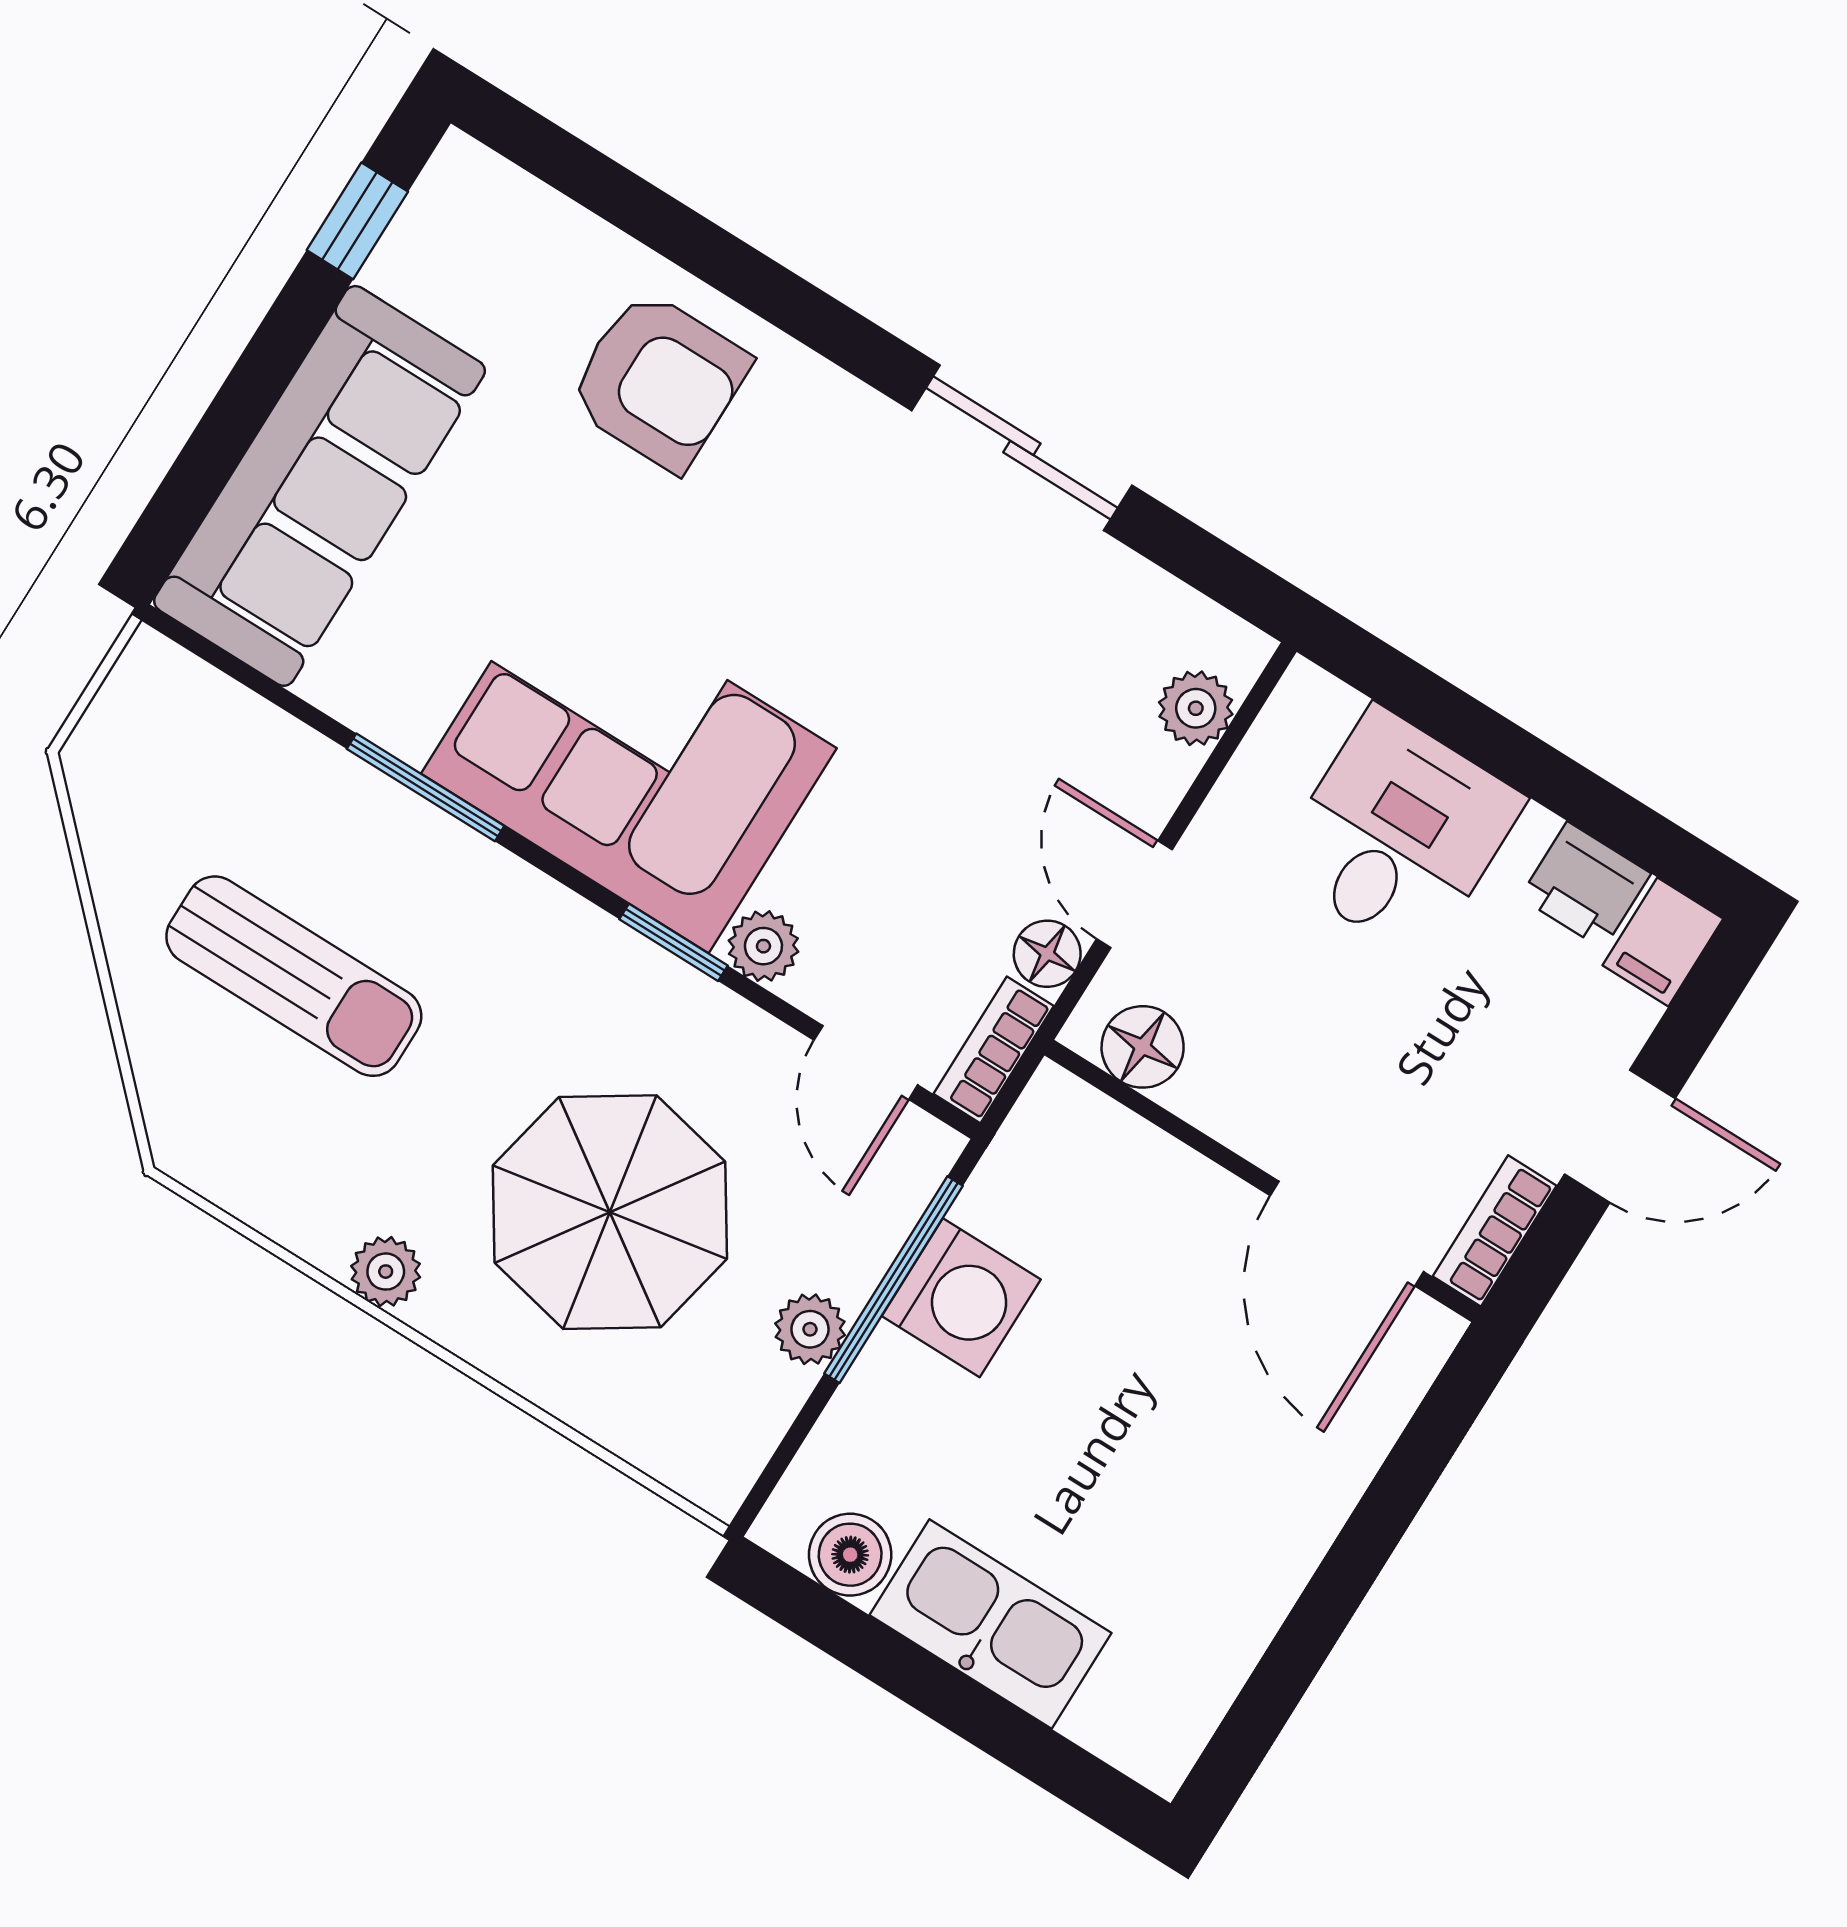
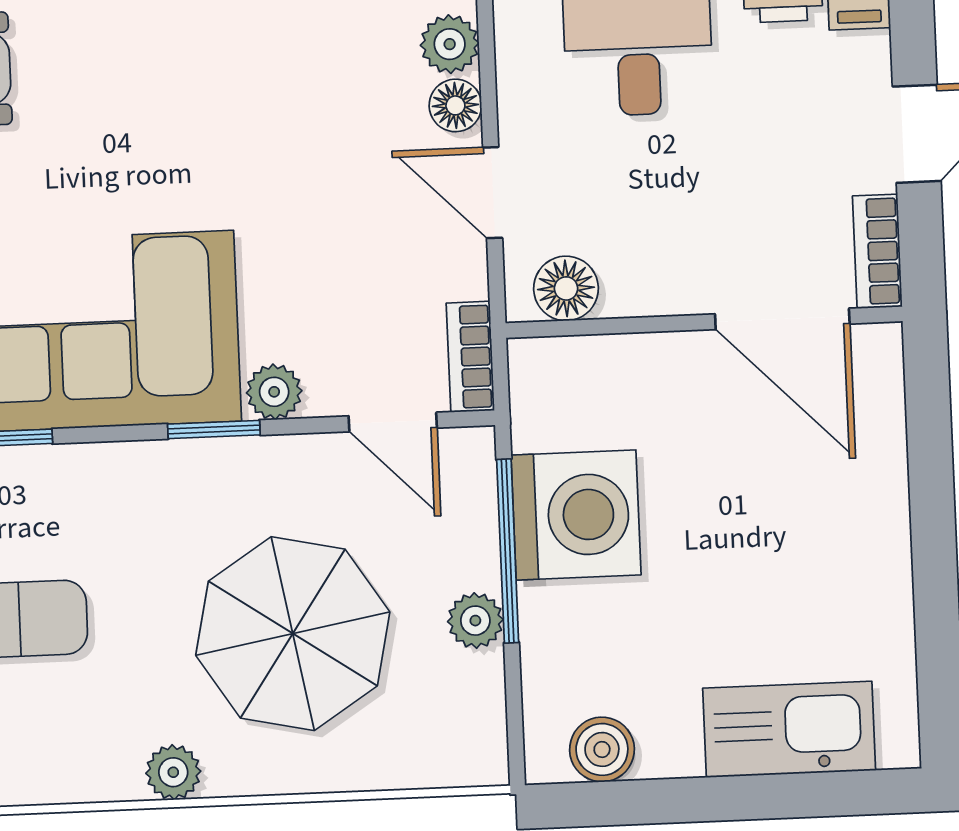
floor lamp: (1047, 954) -> (455, 105), moved
washing machine: (961, 1298) -> (576, 515), width x1.37, depth x1.37
kitchen sink: (990, 1624) -> (789, 729), moved

